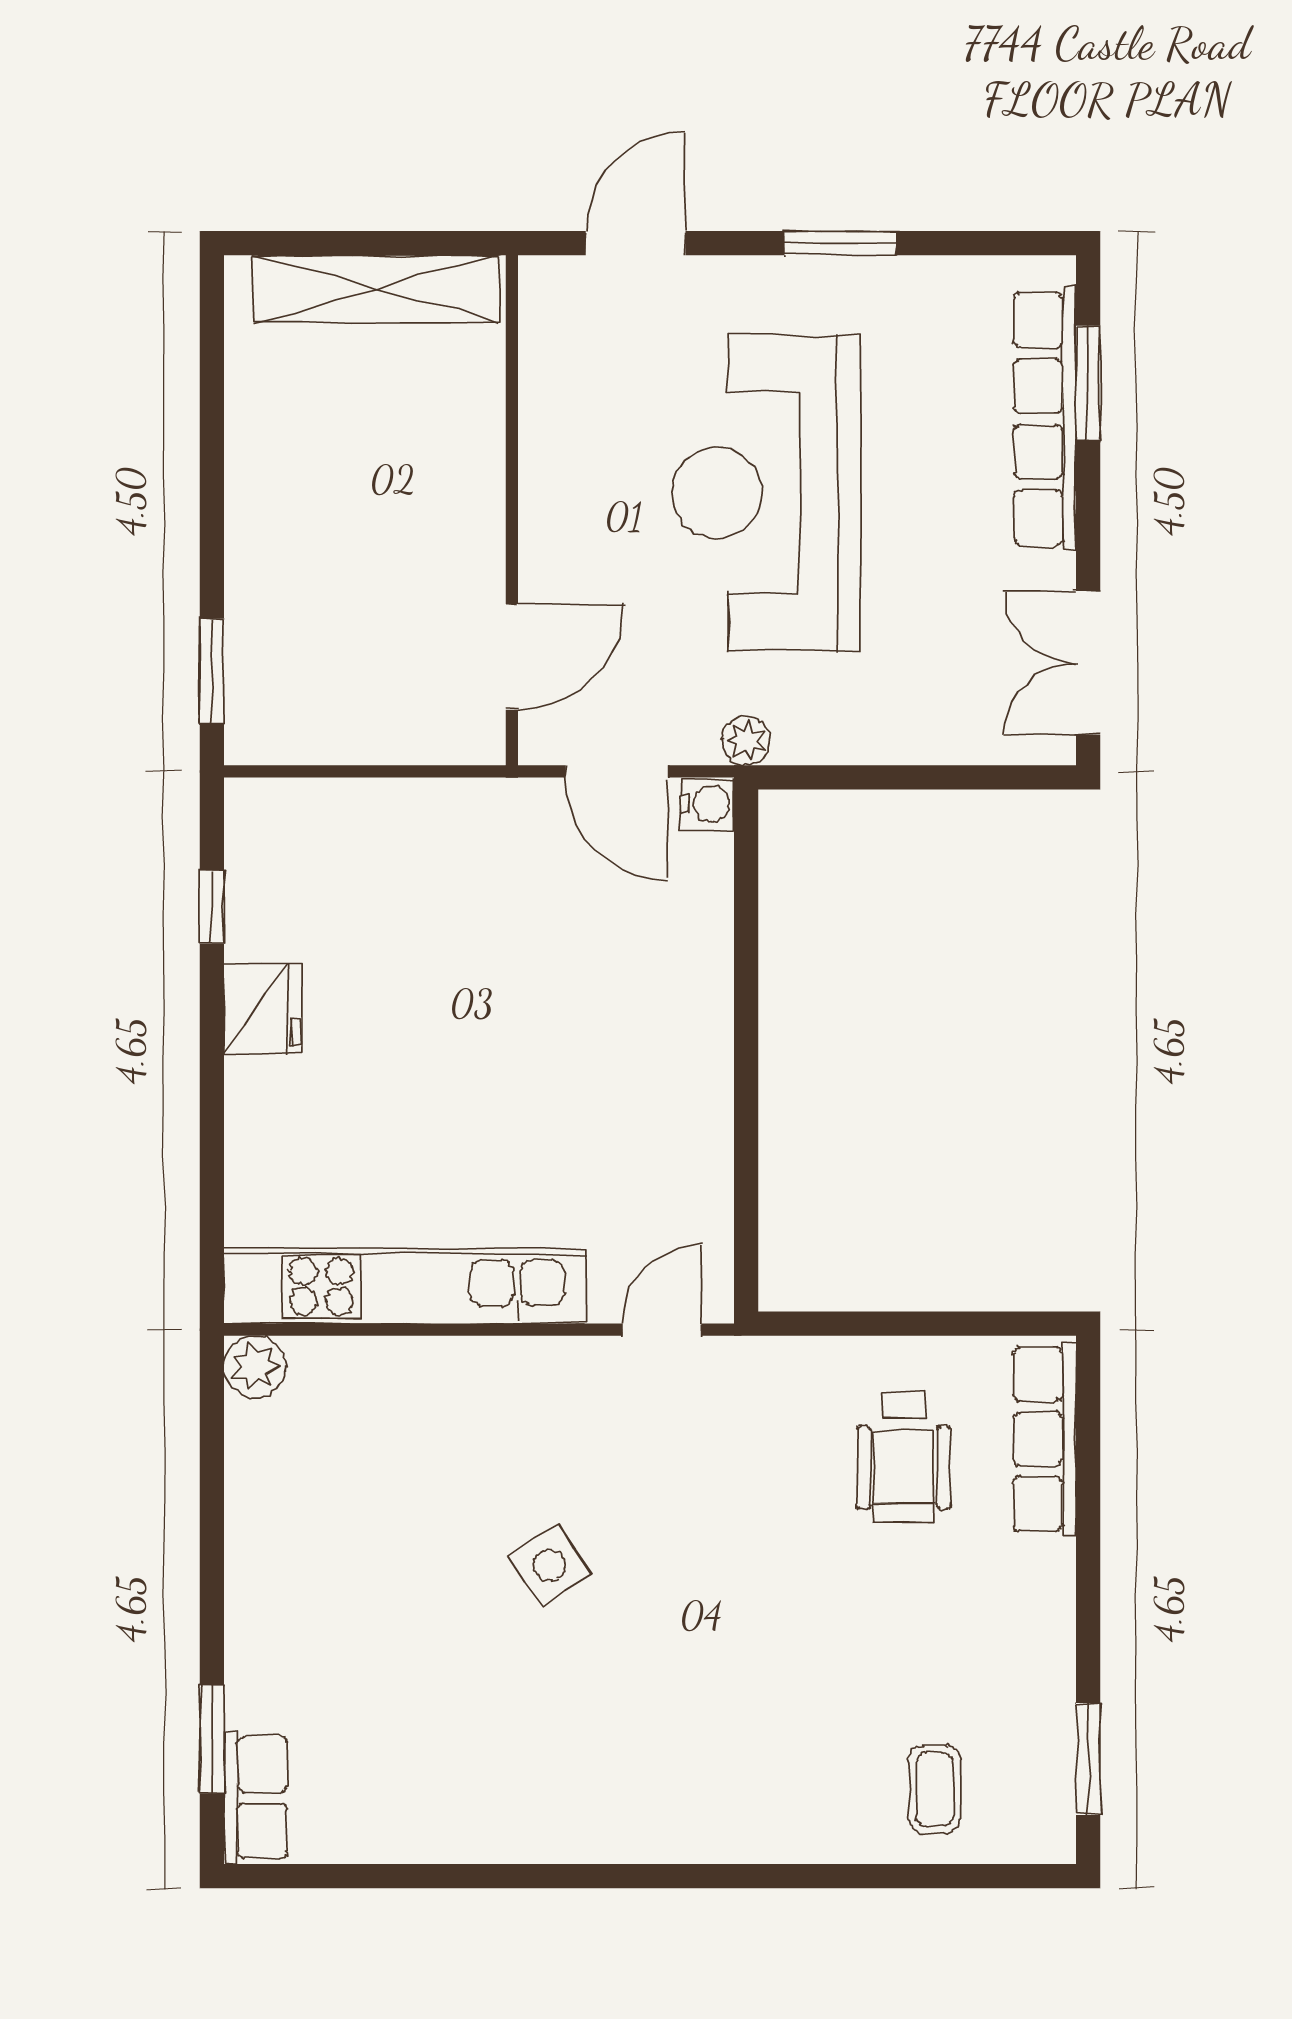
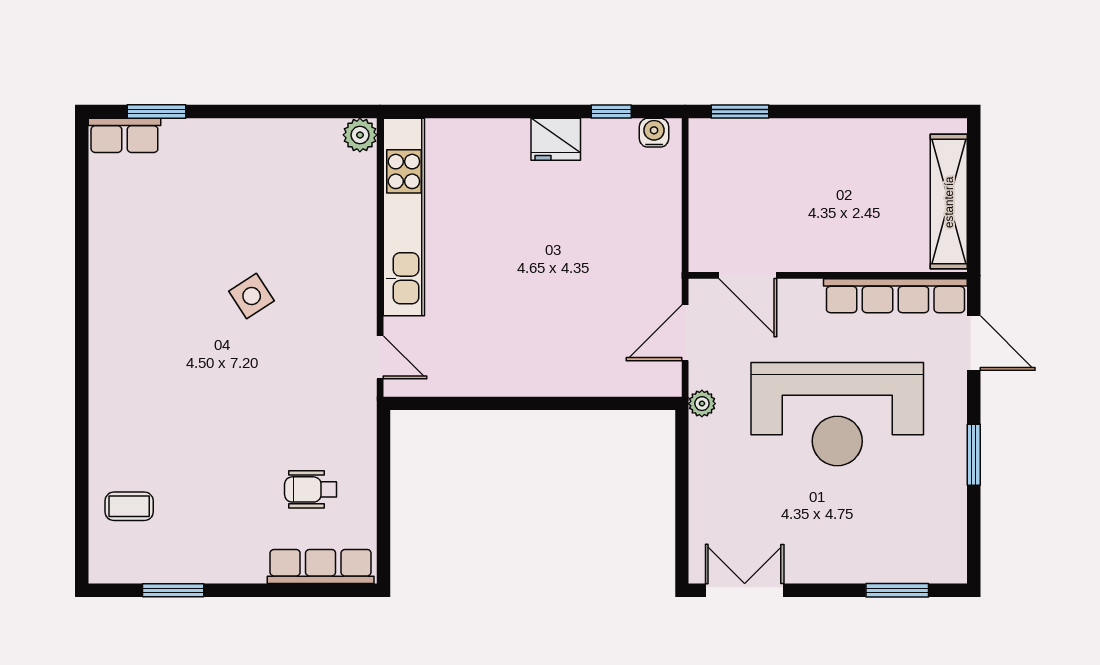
row of seats: (1045, 419) -> (895, 296), moved, turned 180
reception desk: (766, 493) -> (837, 414), turned 180
water cooler: (707, 804) -> (654, 133), moved, turned 180
wheelchair: (904, 1457) -> (311, 489), width x0.73, depth x0.73
window: (1088, 1759) -> (173, 590), moved

